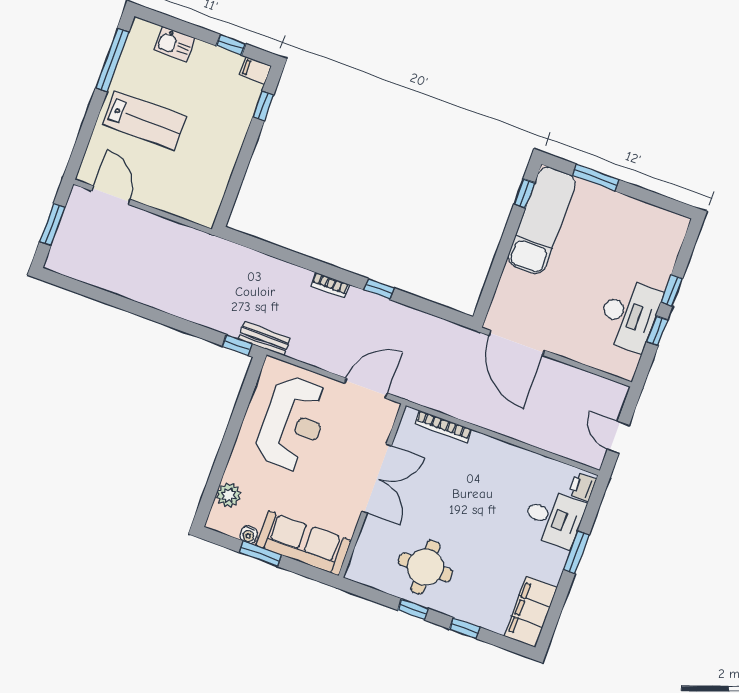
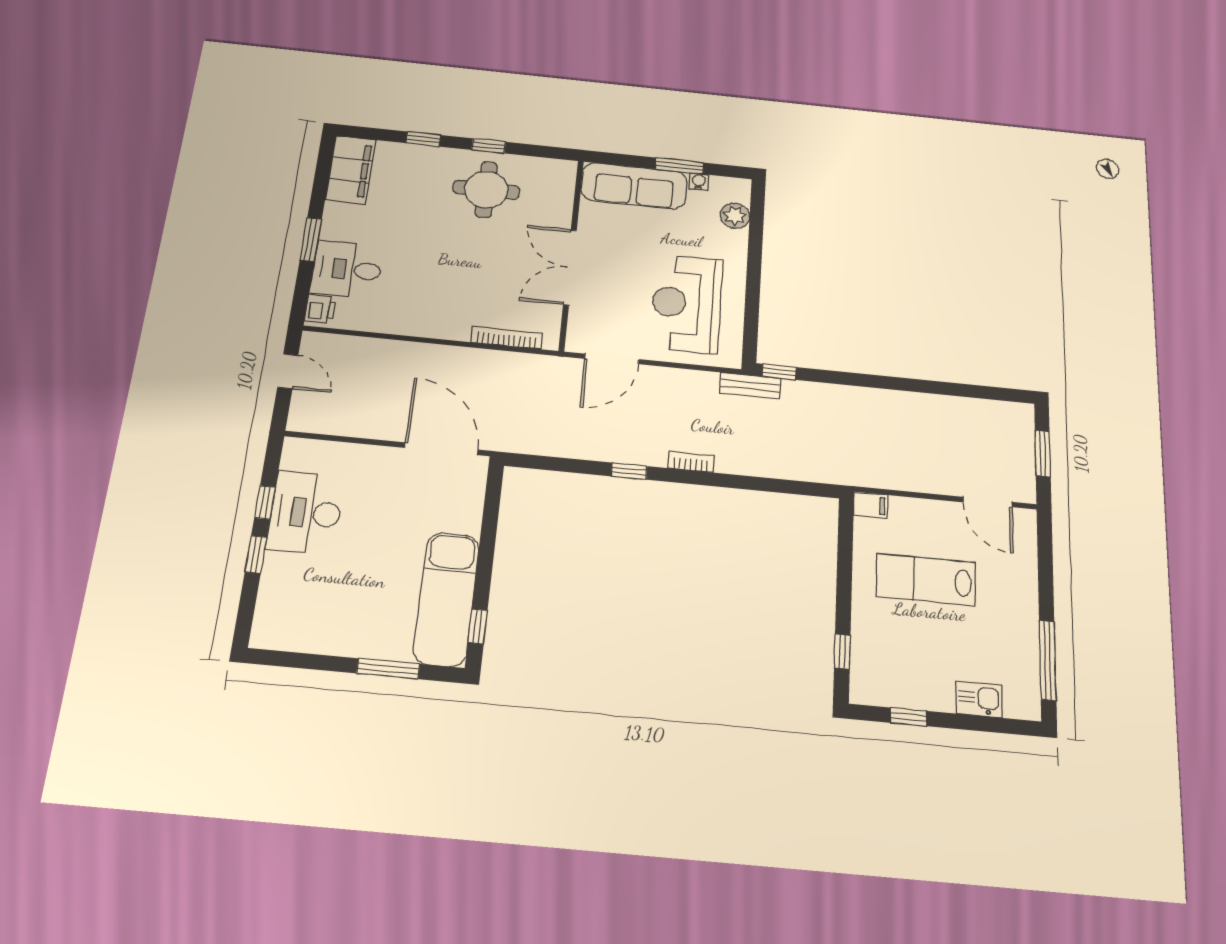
filing cabinet: (256, 71) -> (871, 505), moved
lab bench: (144, 121) -> (926, 579), moved

